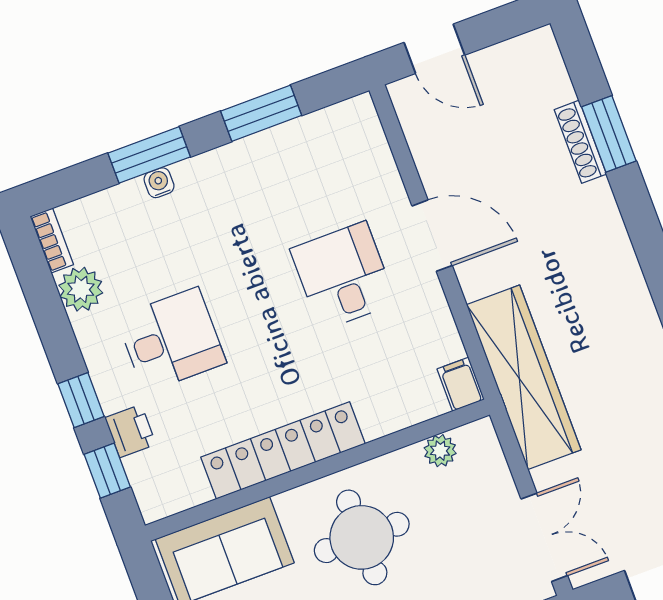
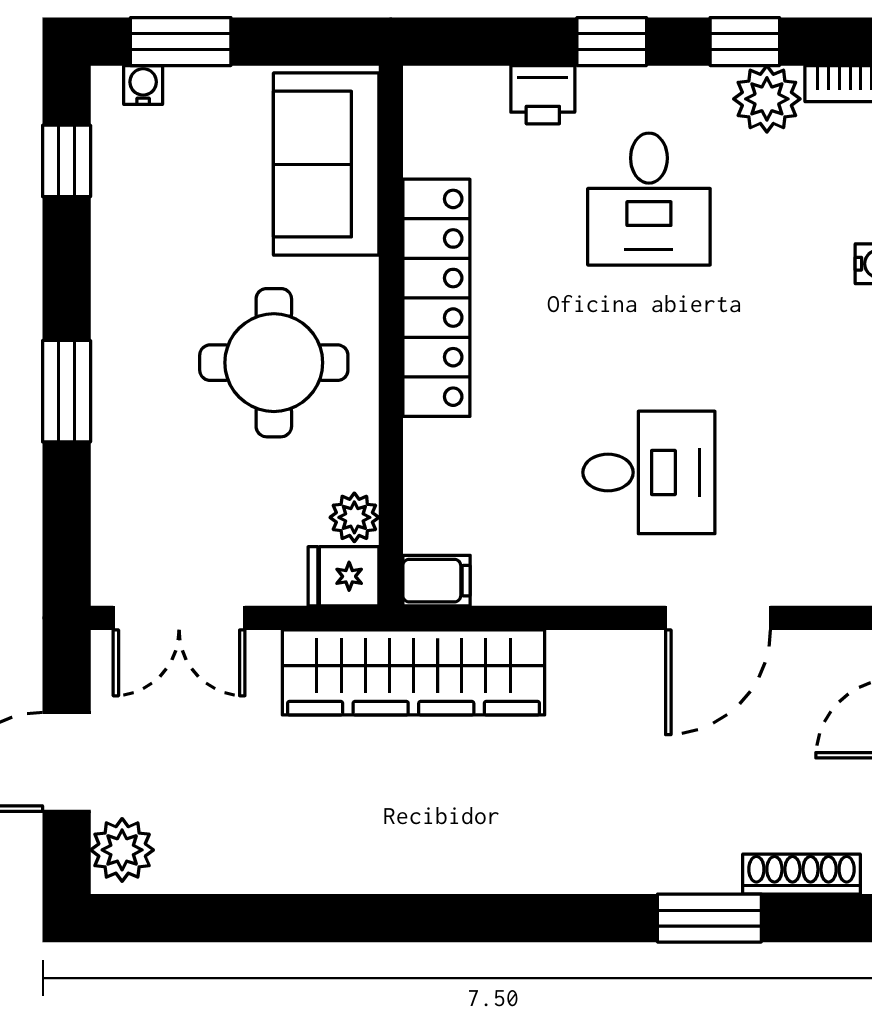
shoe rack: (580, 142) -> (801, 874), moved
door: (432, 236) -> (718, 618), moved
fridge: (480, 444) -> (343, 576), added
window: (107, 471) -> (745, 42), moved

